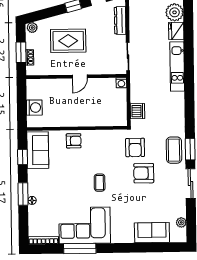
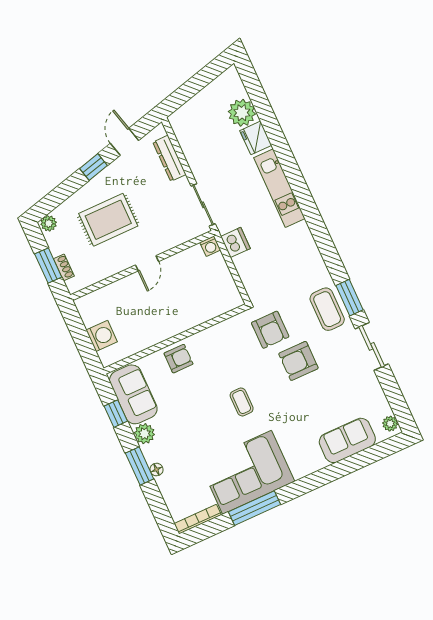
dishwasher: (138, 111) -> (235, 242), moved
plant: (34, 176) -> (144, 434), added
plant: (181, 222) -> (390, 424), moved

